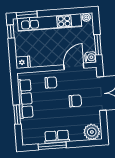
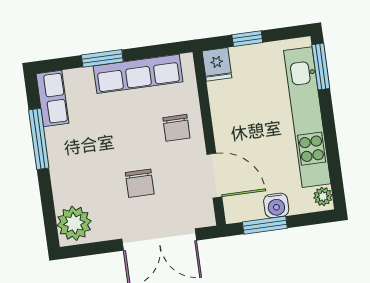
window: (11, 32) -> (247, 39), moved
water cooler: (91, 57) -> (276, 205), moved
row of seats: (57, 137) -> (52, 99), moved

